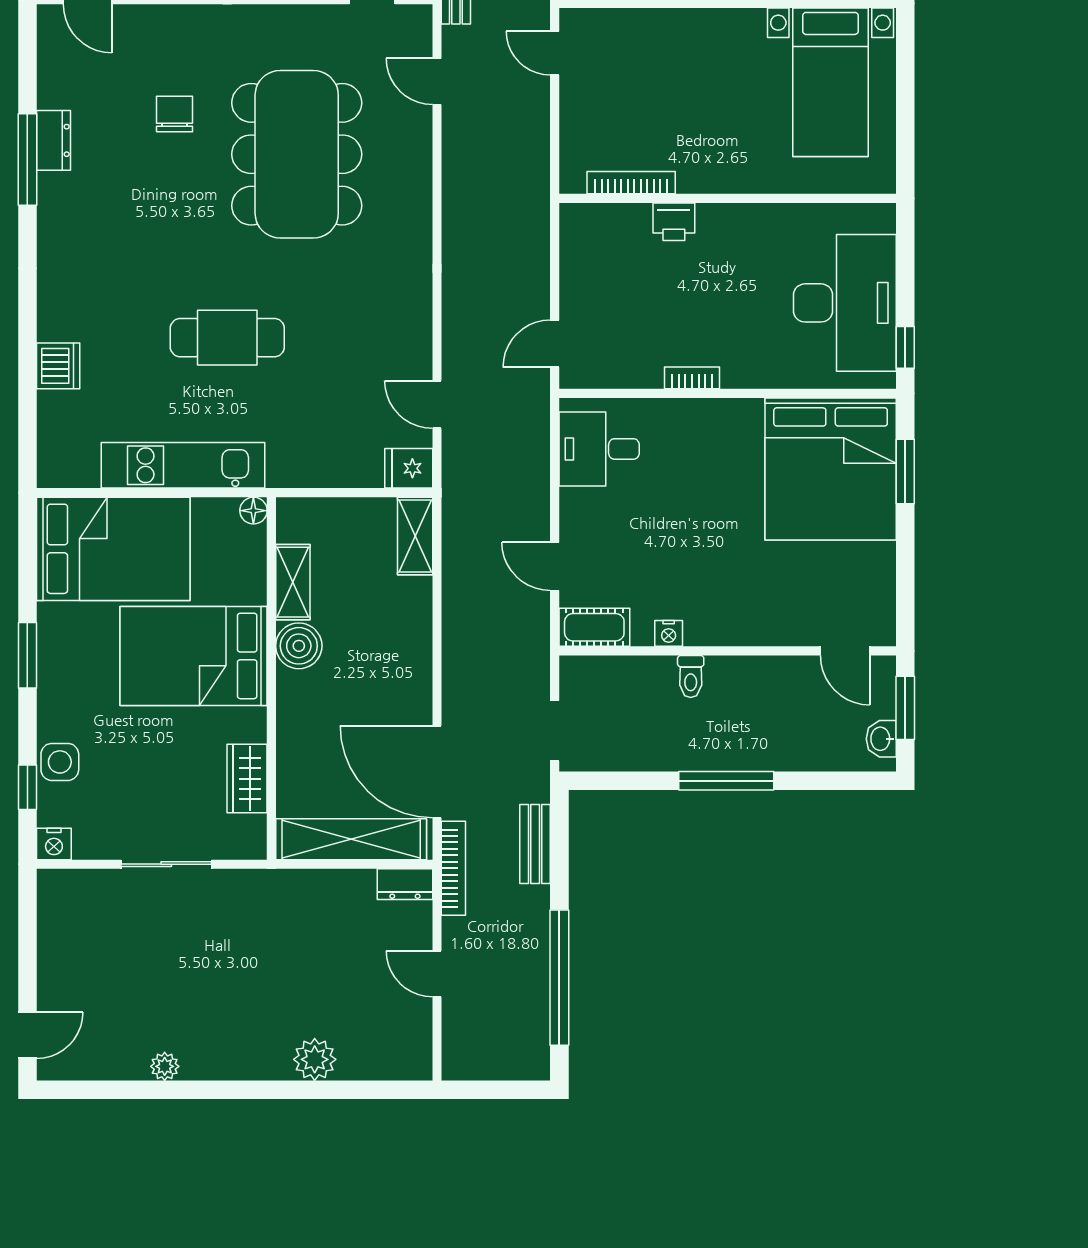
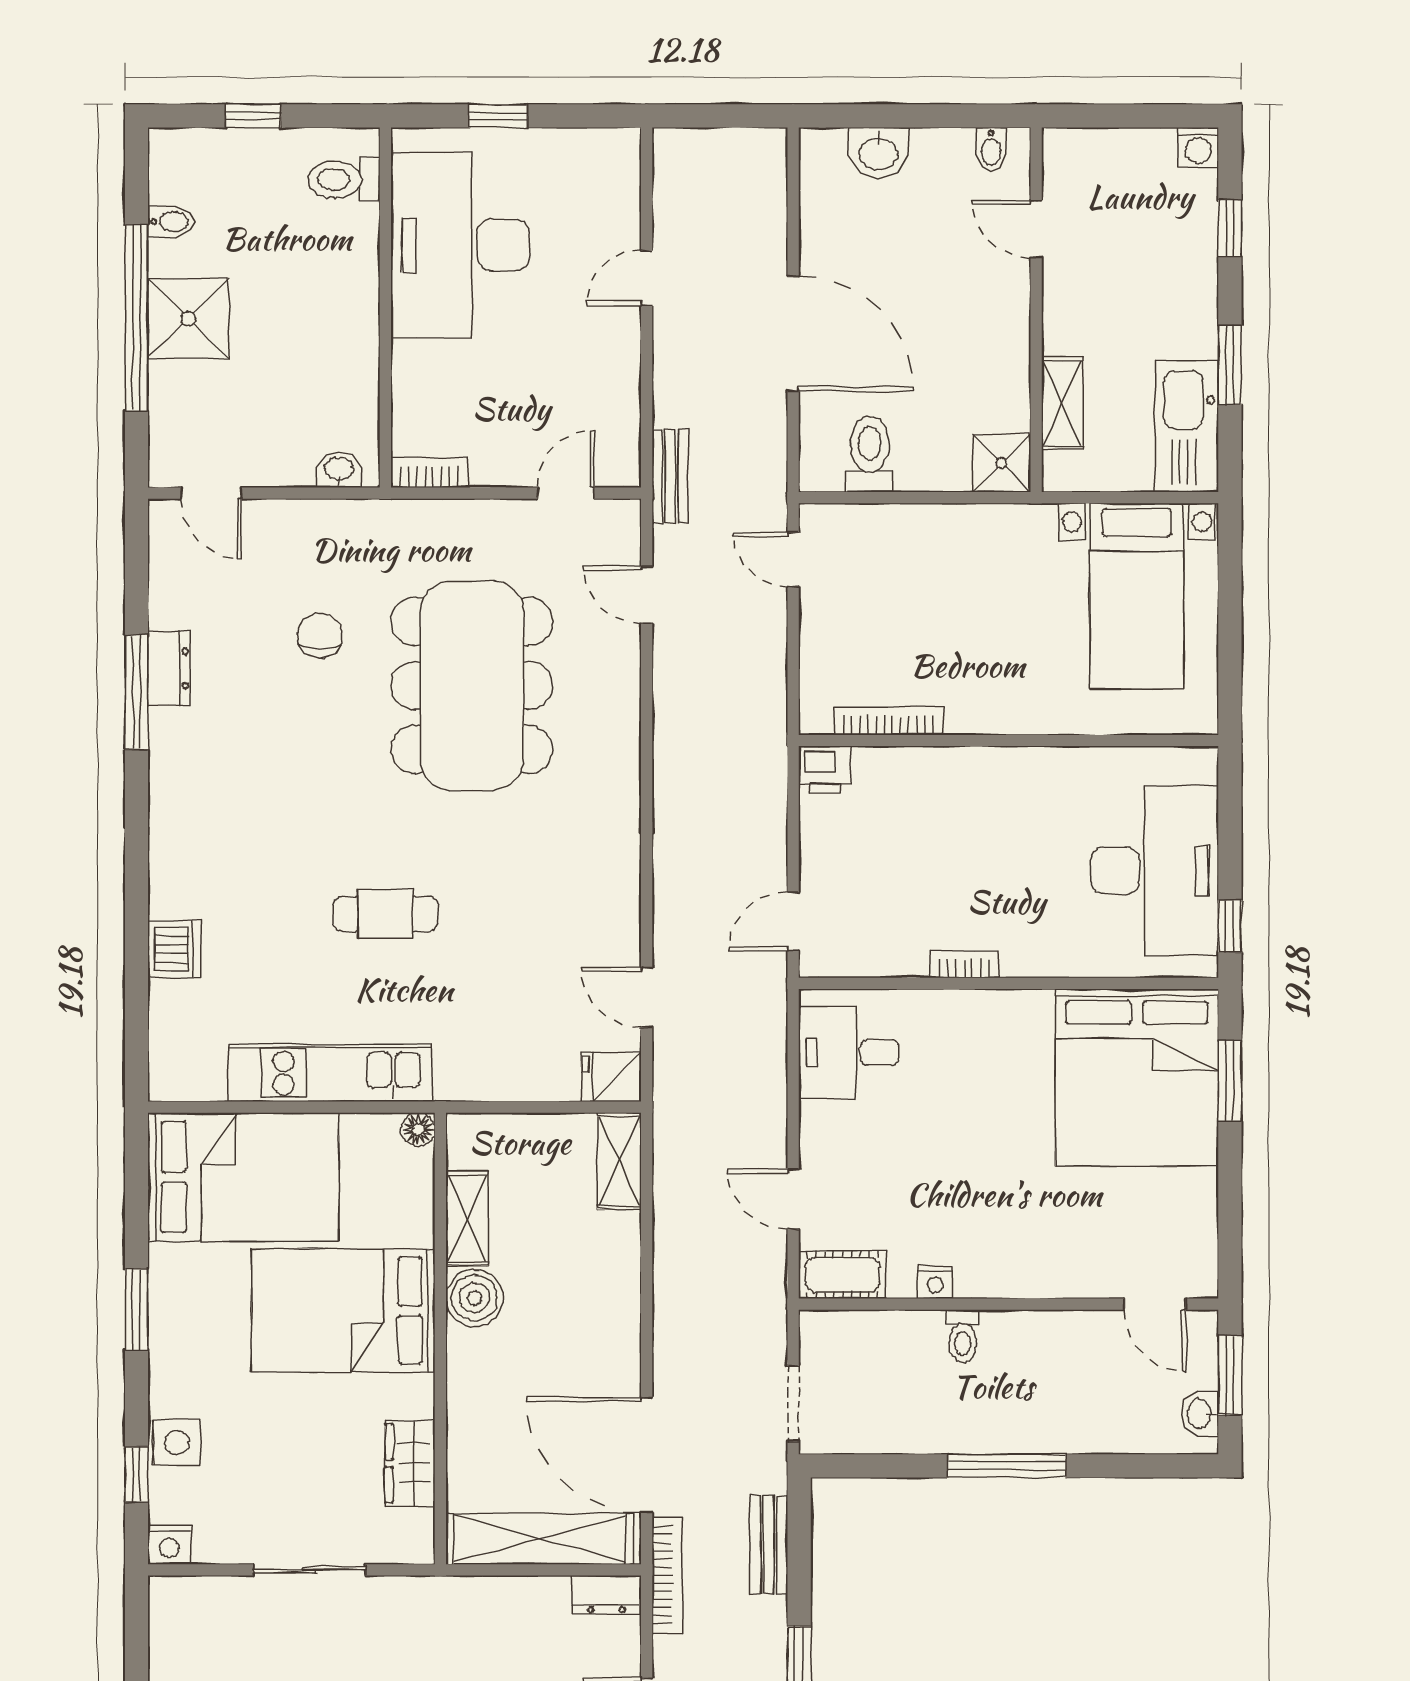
printer: (674, 222) -> (825, 770), moved
cafe table: (227, 338) -> (385, 914), width x0.73, depth x0.74

